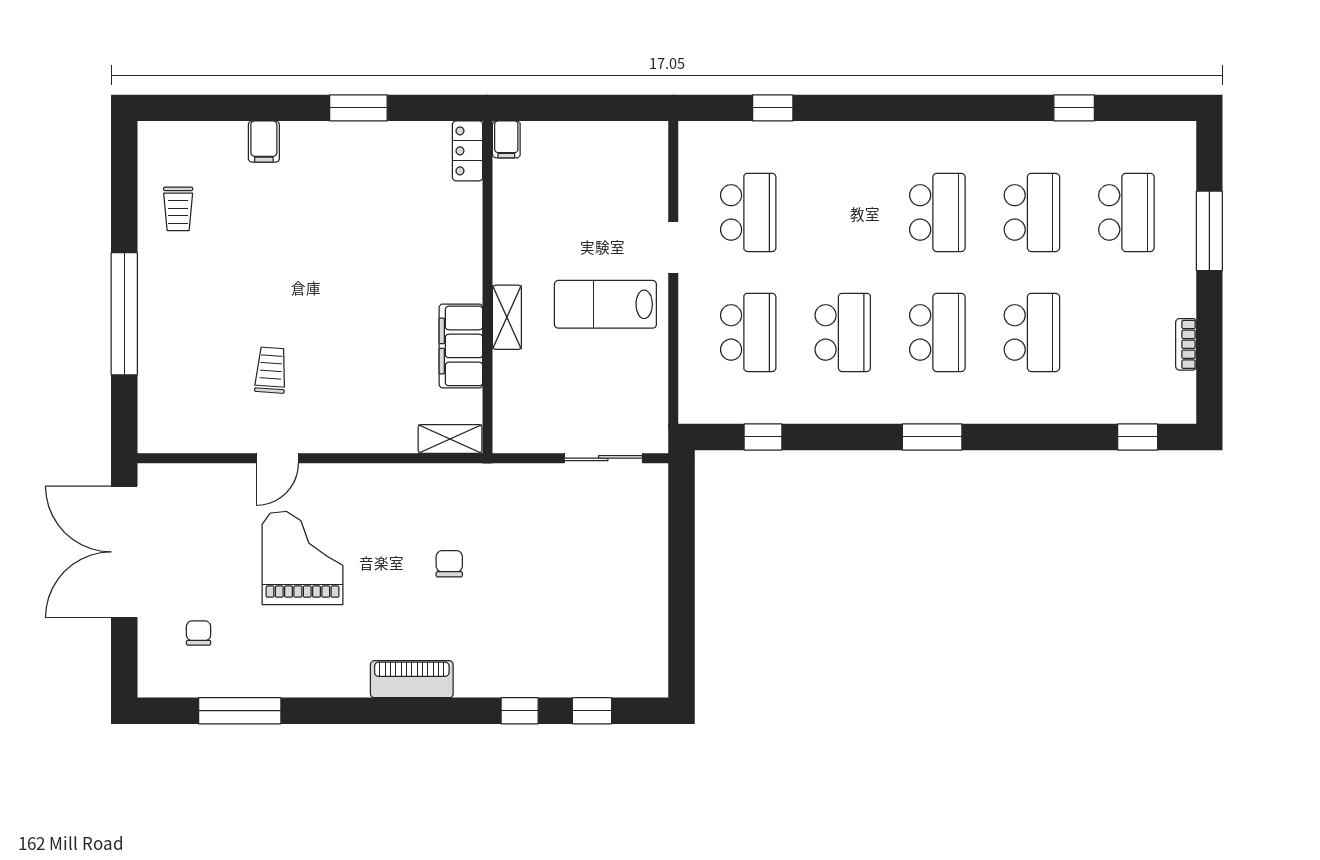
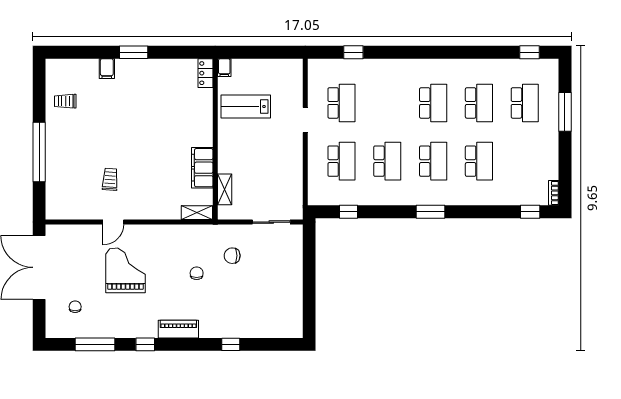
window: (358, 108) -> (134, 52), moved
window: (1074, 108) -> (529, 52), moved
trolley: (178, 209) -> (65, 101), turned 90
lab bench: (605, 304) -> (246, 107), moved
shelving: (507, 317) -> (225, 189), moved
bookcase: (1186, 344) -> (554, 193), moved
chair: (523, 528) -> (232, 256), added
window: (592, 711) -> (145, 344), moved

